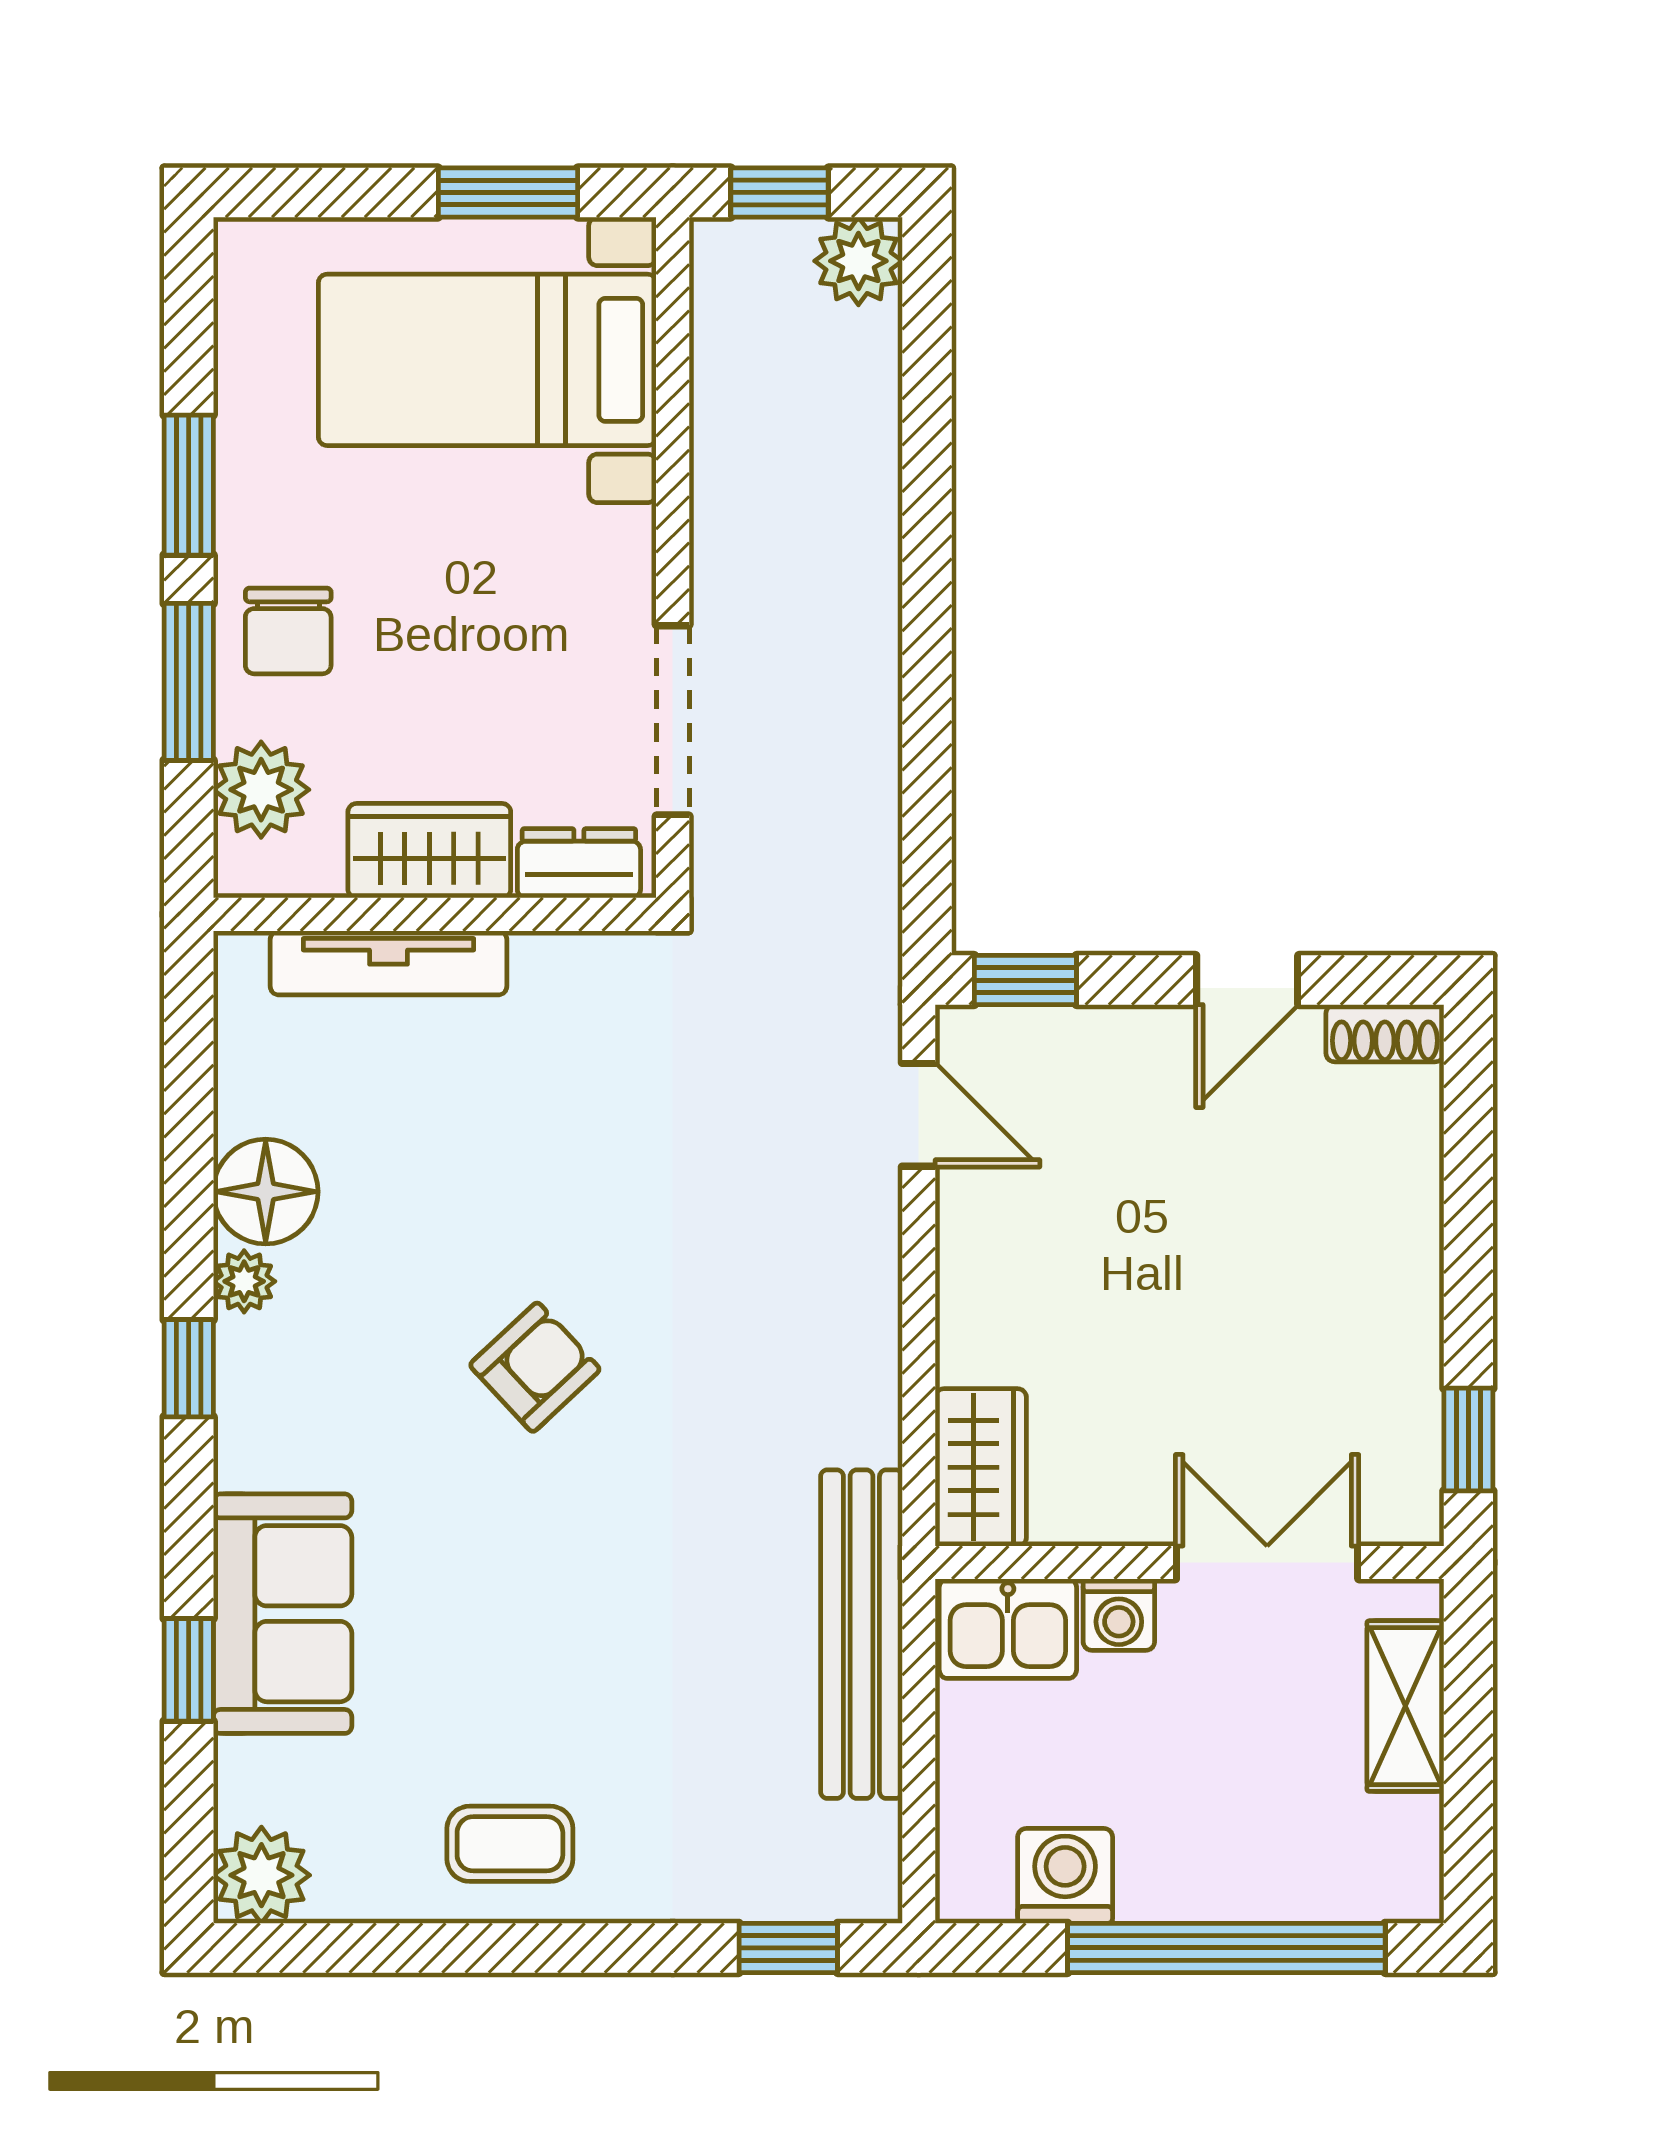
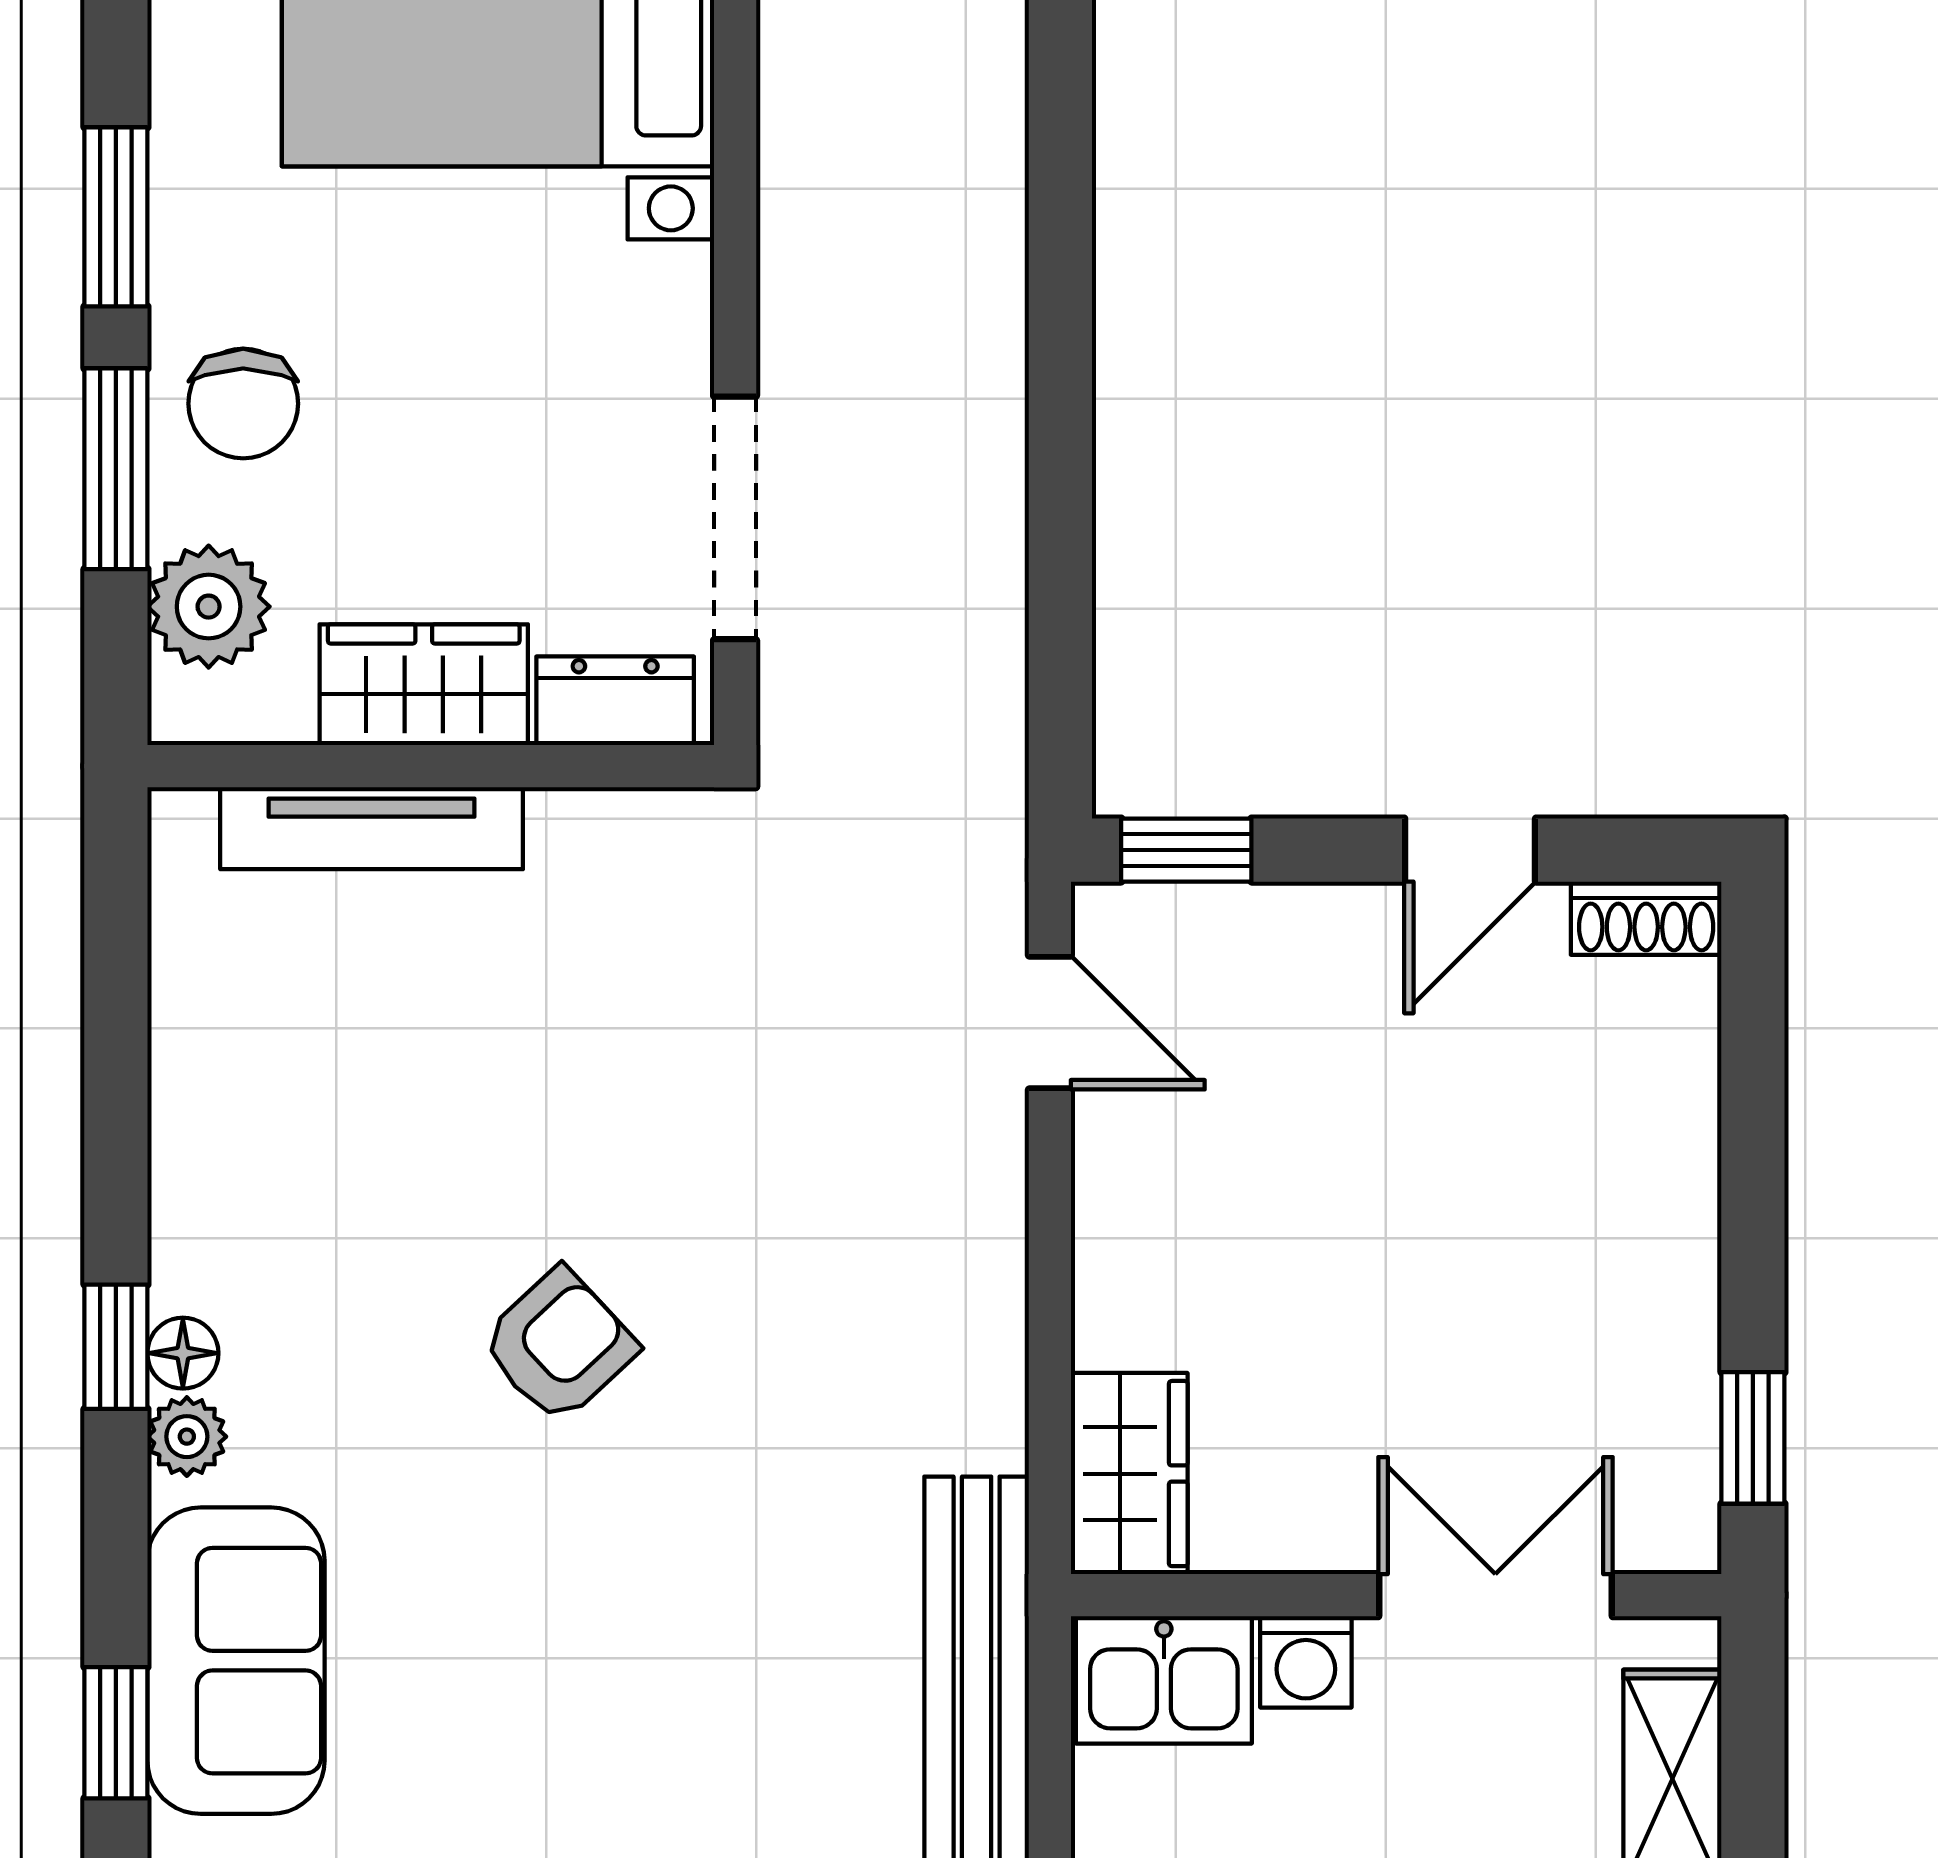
floor lamp: (266, 1192) -> (183, 1353), moved, width x0.53, depth x0.53
plant: (244, 1281) -> (187, 1437), moved

